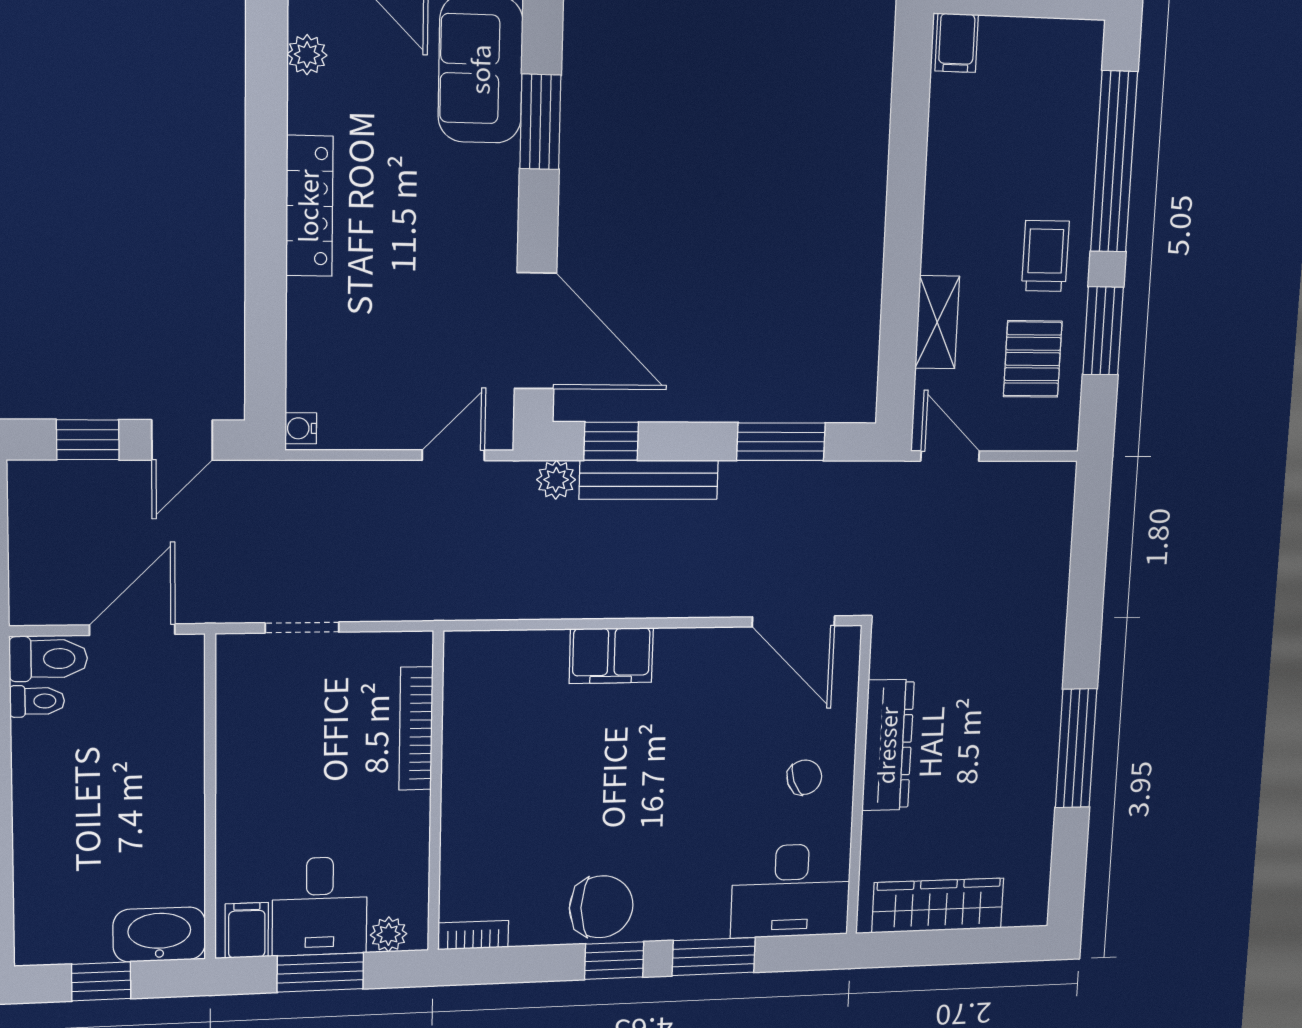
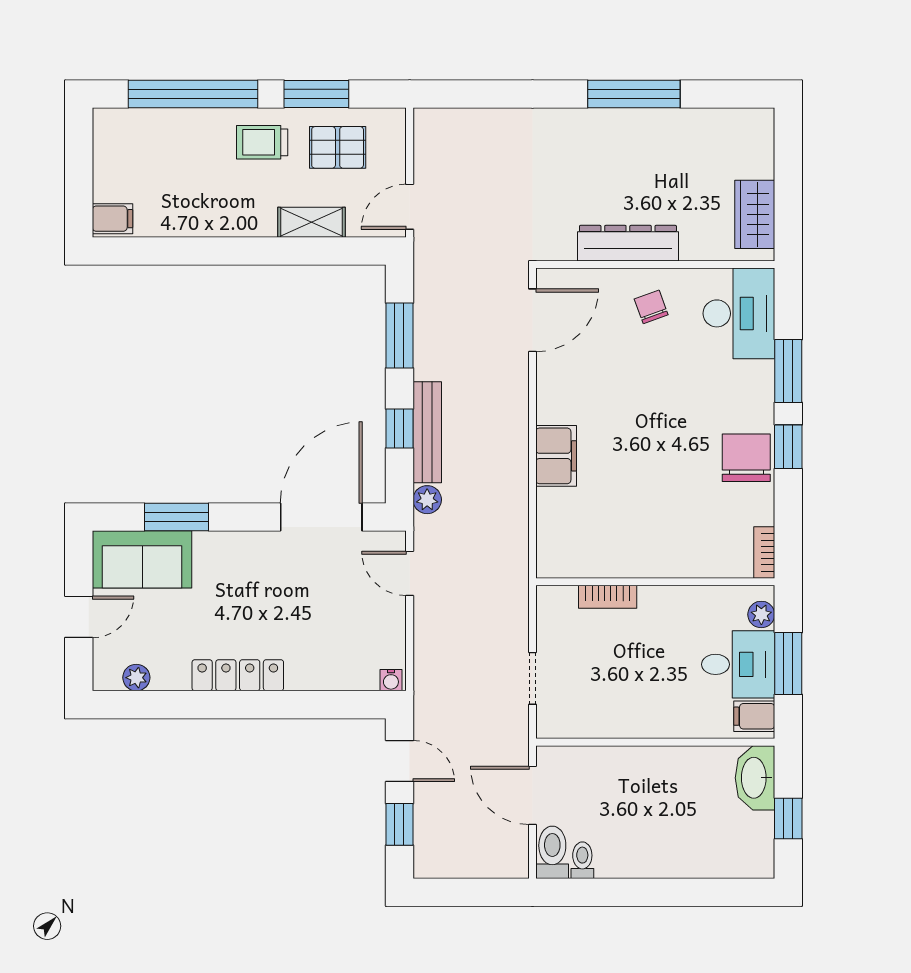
window: (611, 441) -> (399, 429), moved
bookcase: (416, 729) -> (608, 597), width x0.64
wardrobe: (938, 905) -> (755, 214), width x0.67

